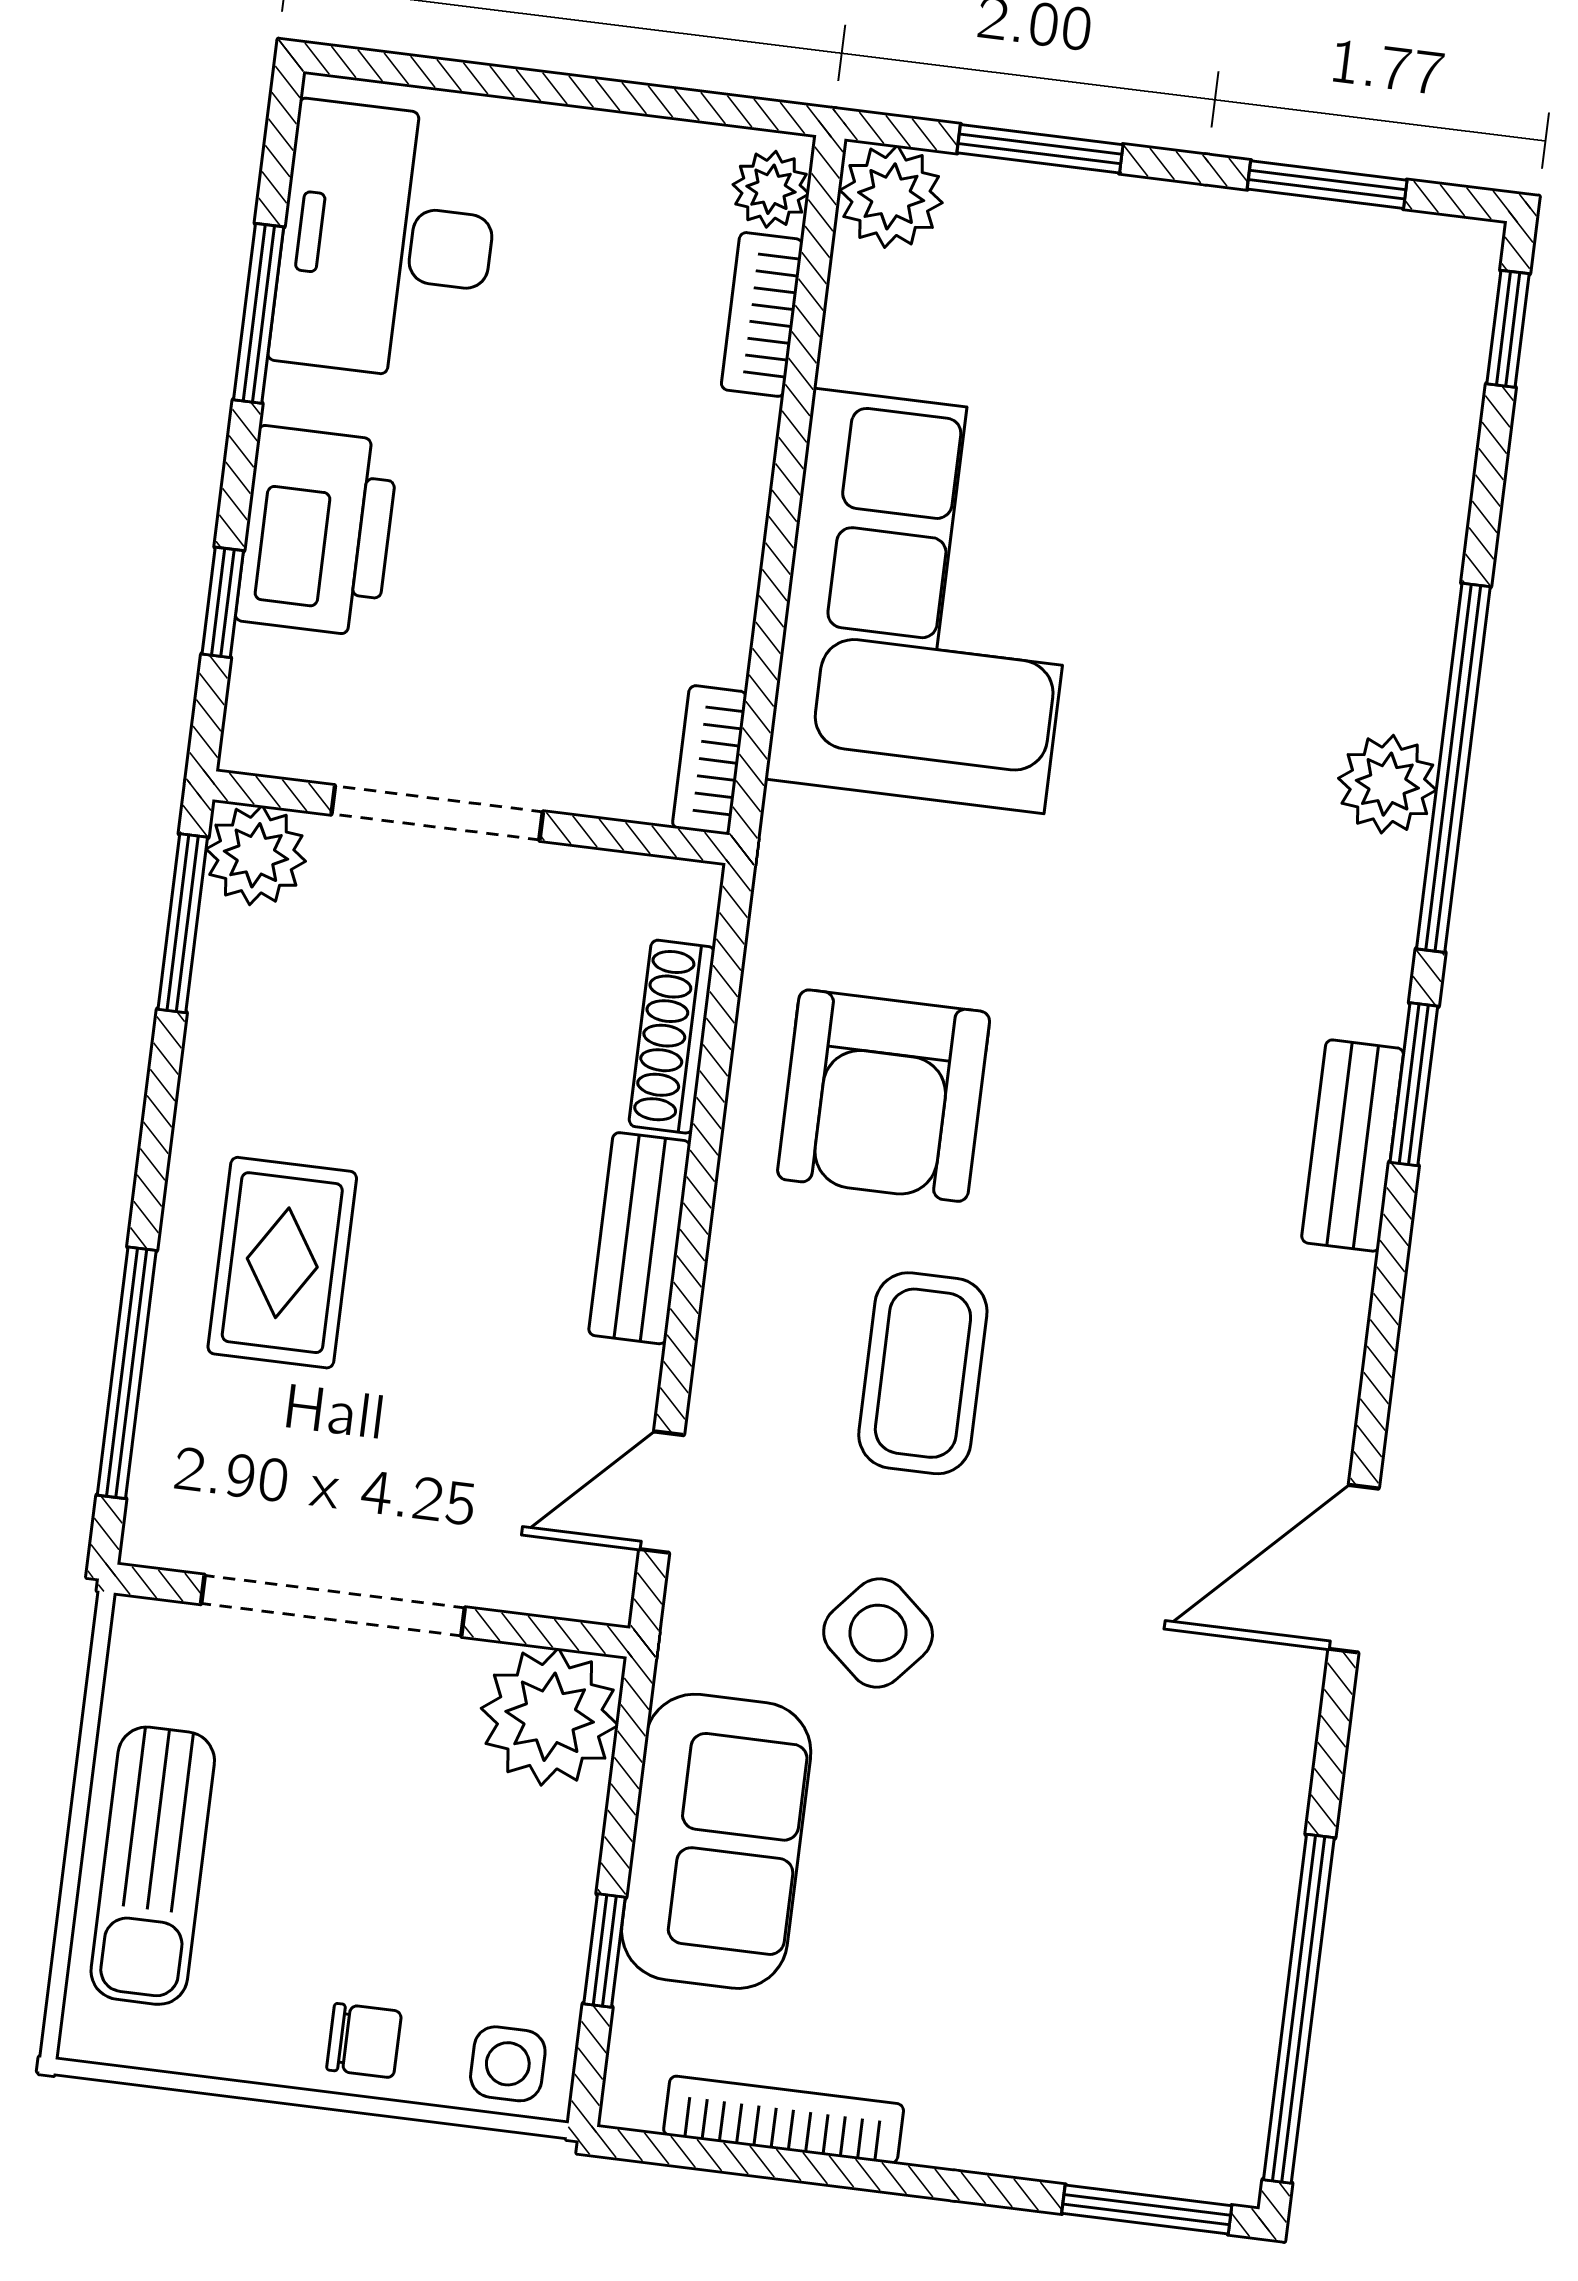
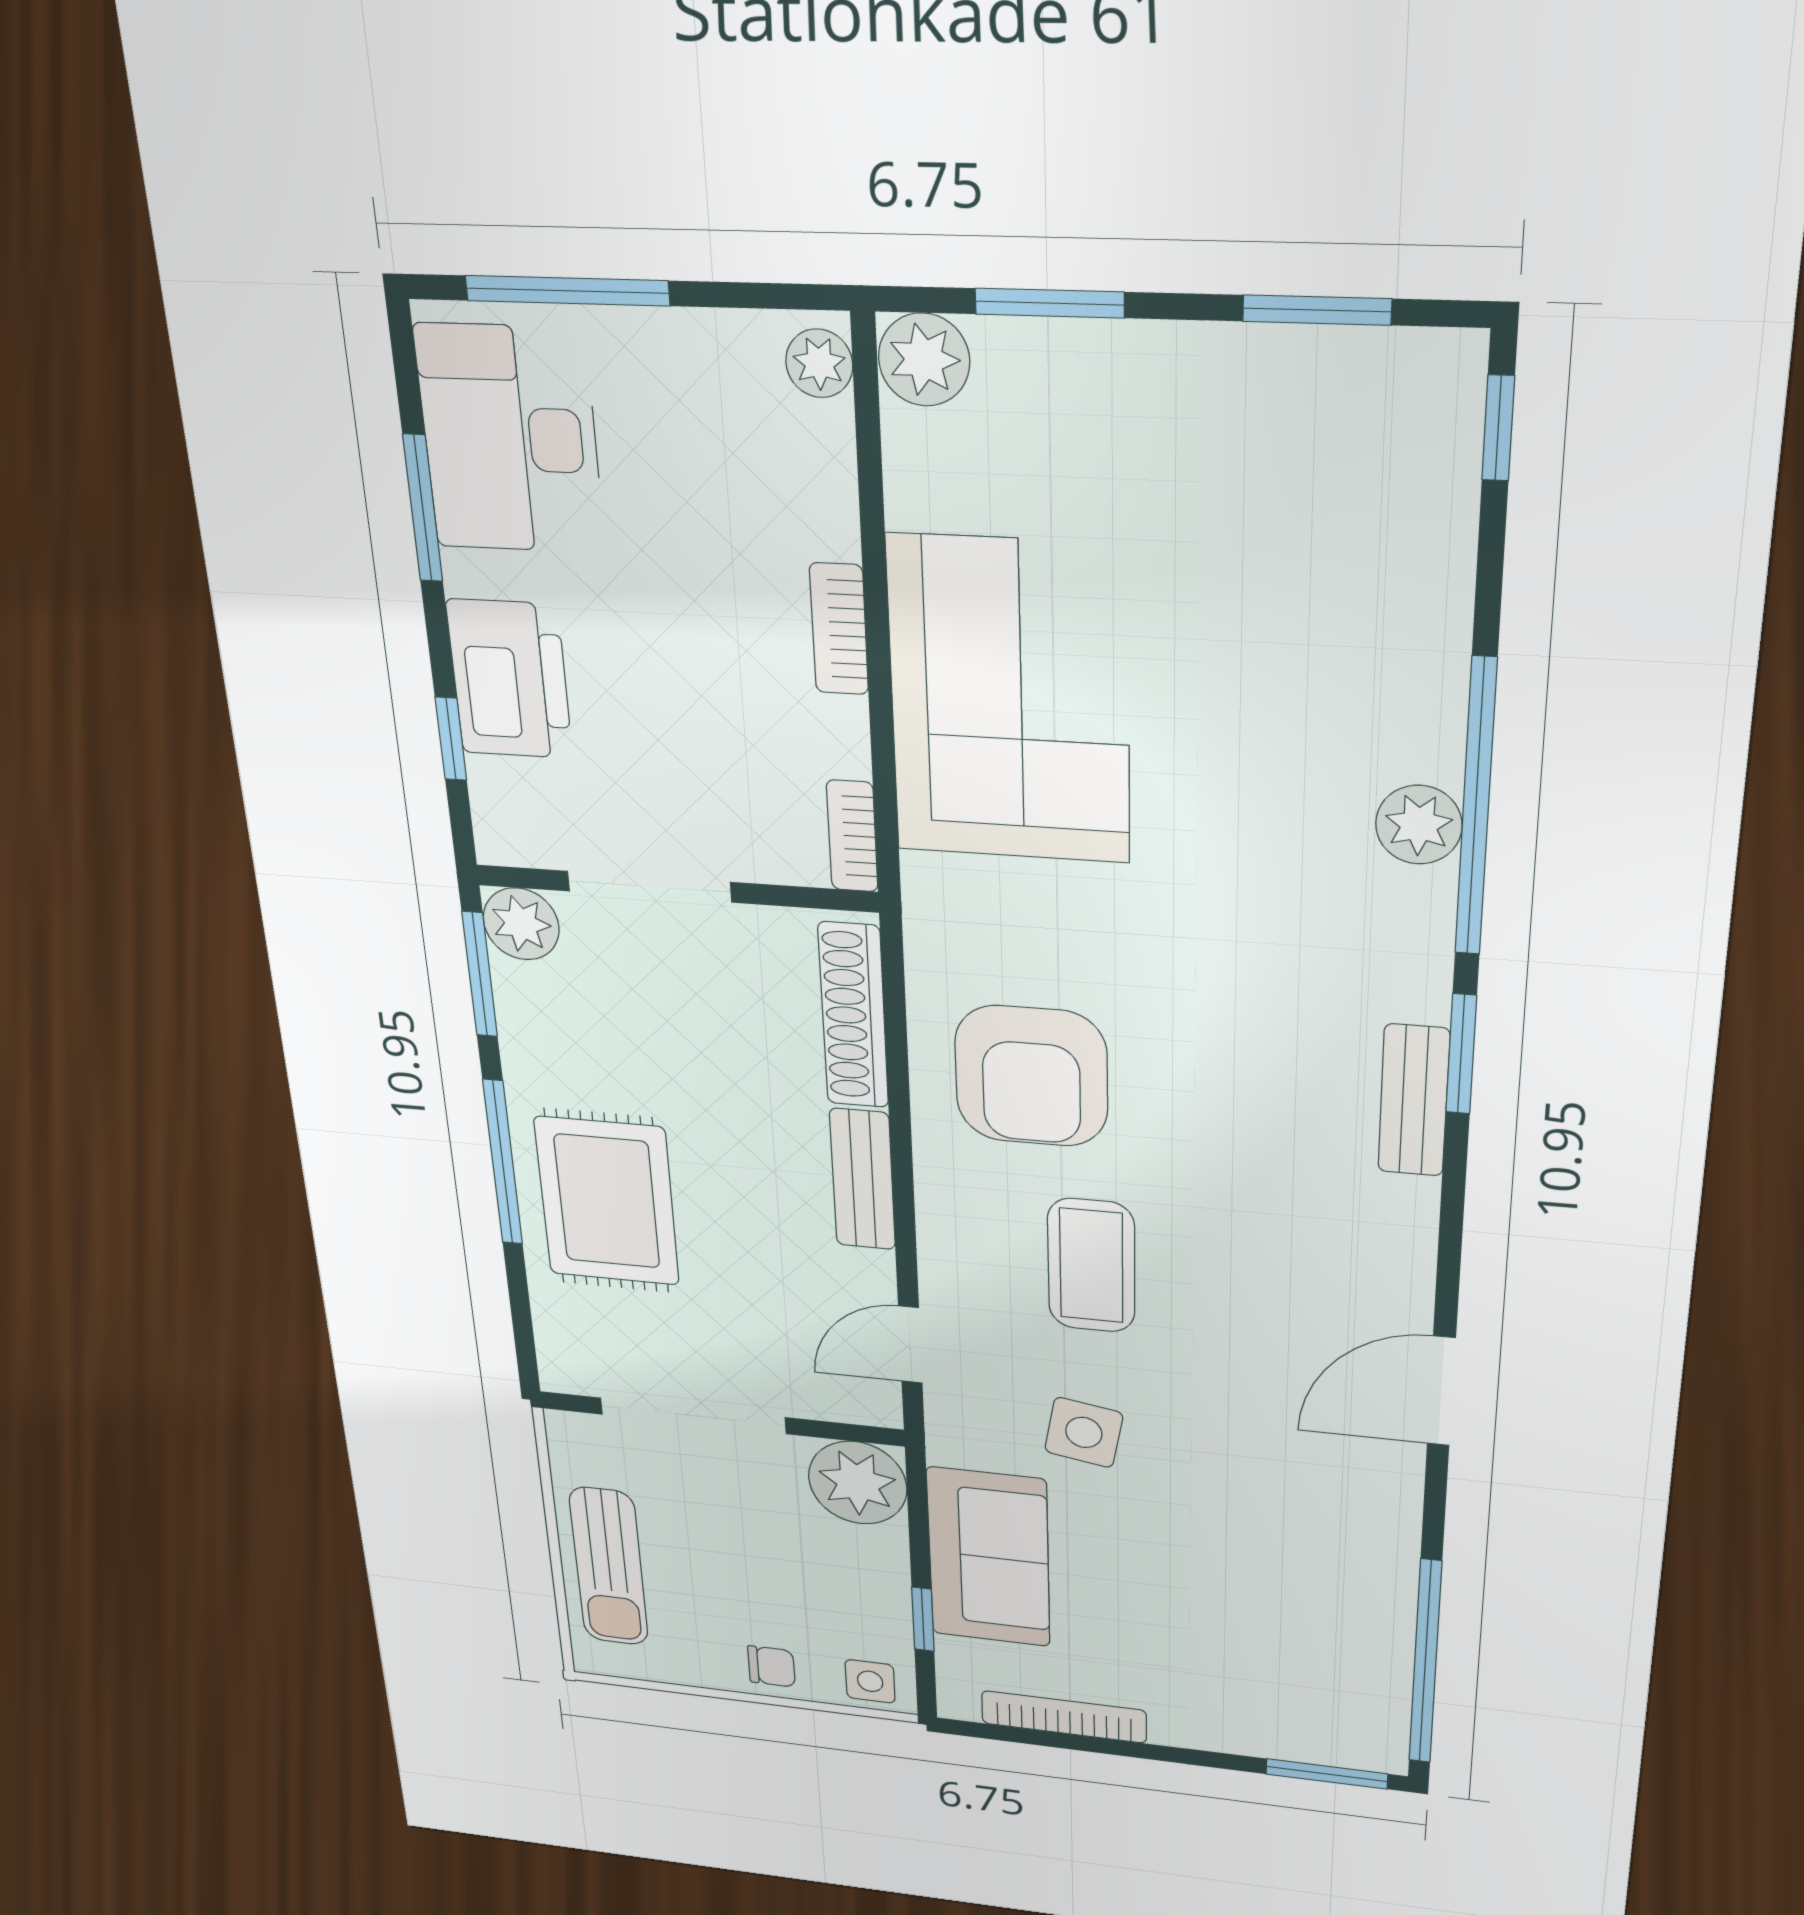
window: (494, 81) -> (567, 291), added
bookcase: (762, 314) -> (839, 629), moved
shoe rack: (672, 1037) -> (853, 1015), width x1.36, depth x1.24
rug: (282, 1263) -> (607, 1201), width x1.36, depth x1.43
window: (127, 1373) -> (503, 1162), moved
side table: (878, 1633) -> (1084, 1432), turned -31

